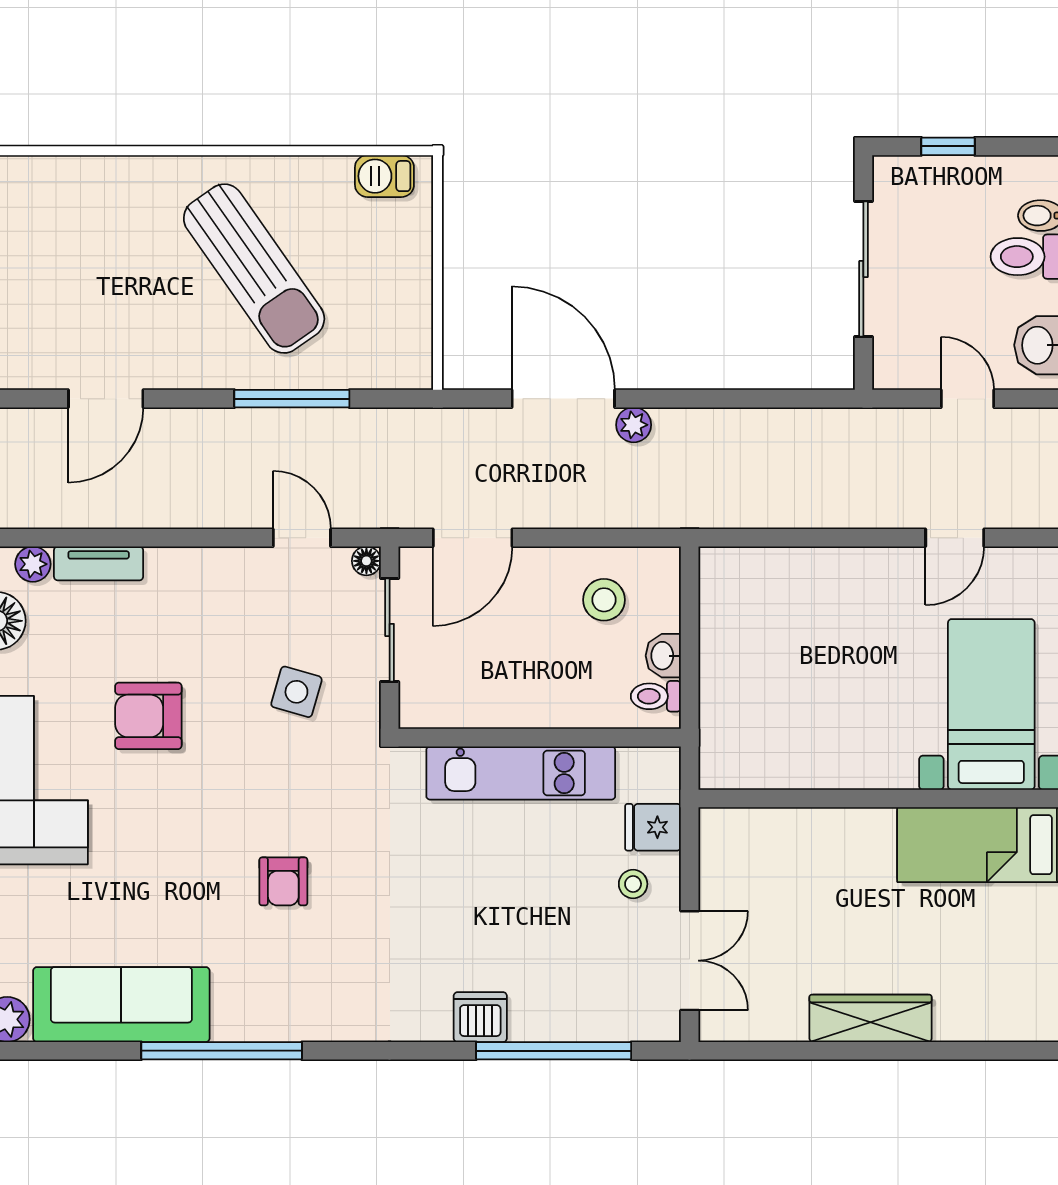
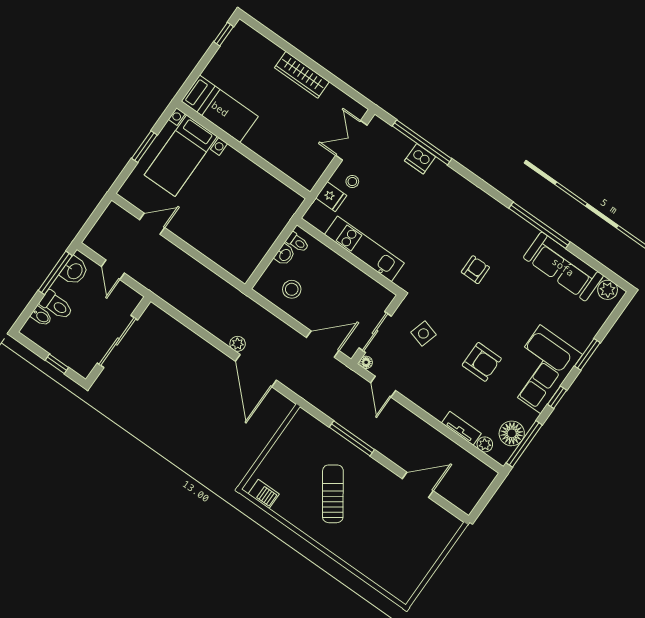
sun lounger: (254, 269) -> (333, 494), width x0.73, depth x0.75
dishwasher: (480, 1017) -> (420, 159), moved

